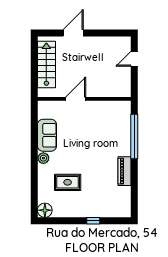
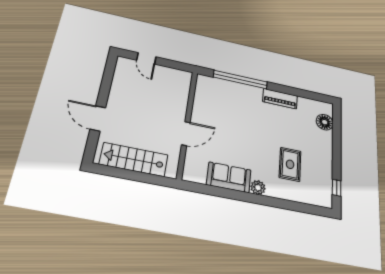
door: (76, 99) -> (186, 134), swing flipped
floor lamp: (45, 210) -> (325, 122), moved
window: (93, 221) -> (337, 188), moved

